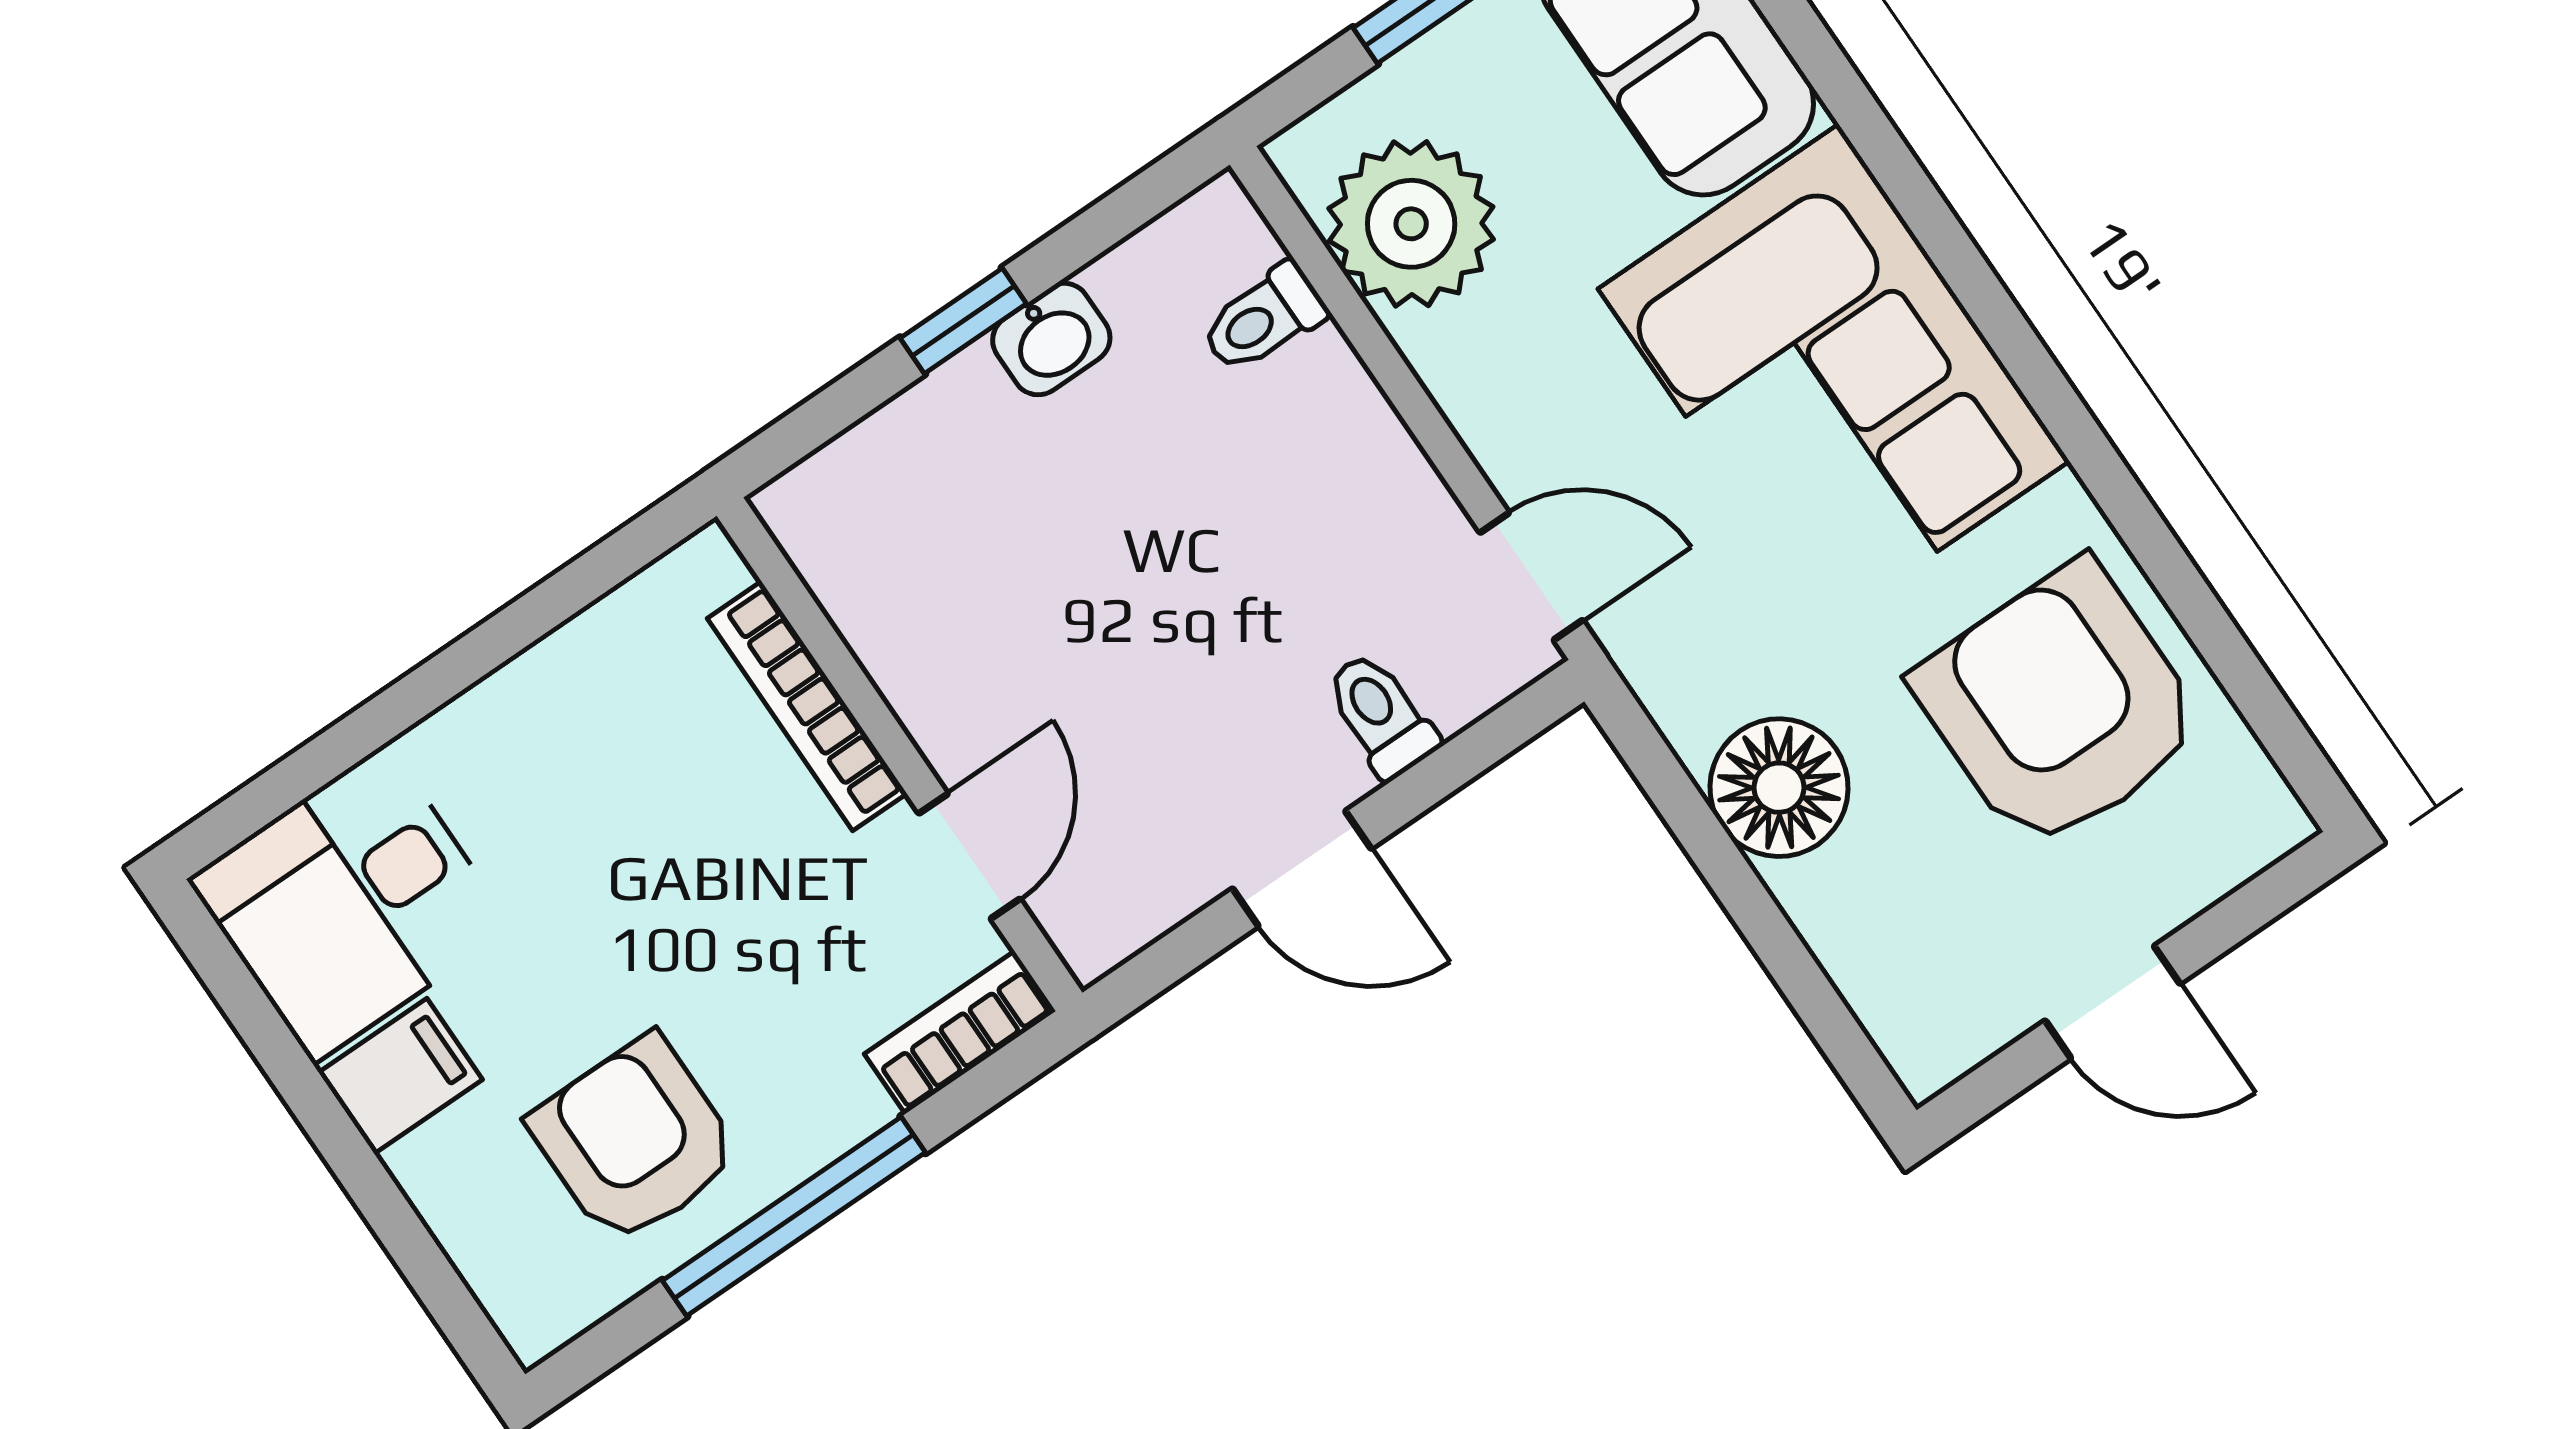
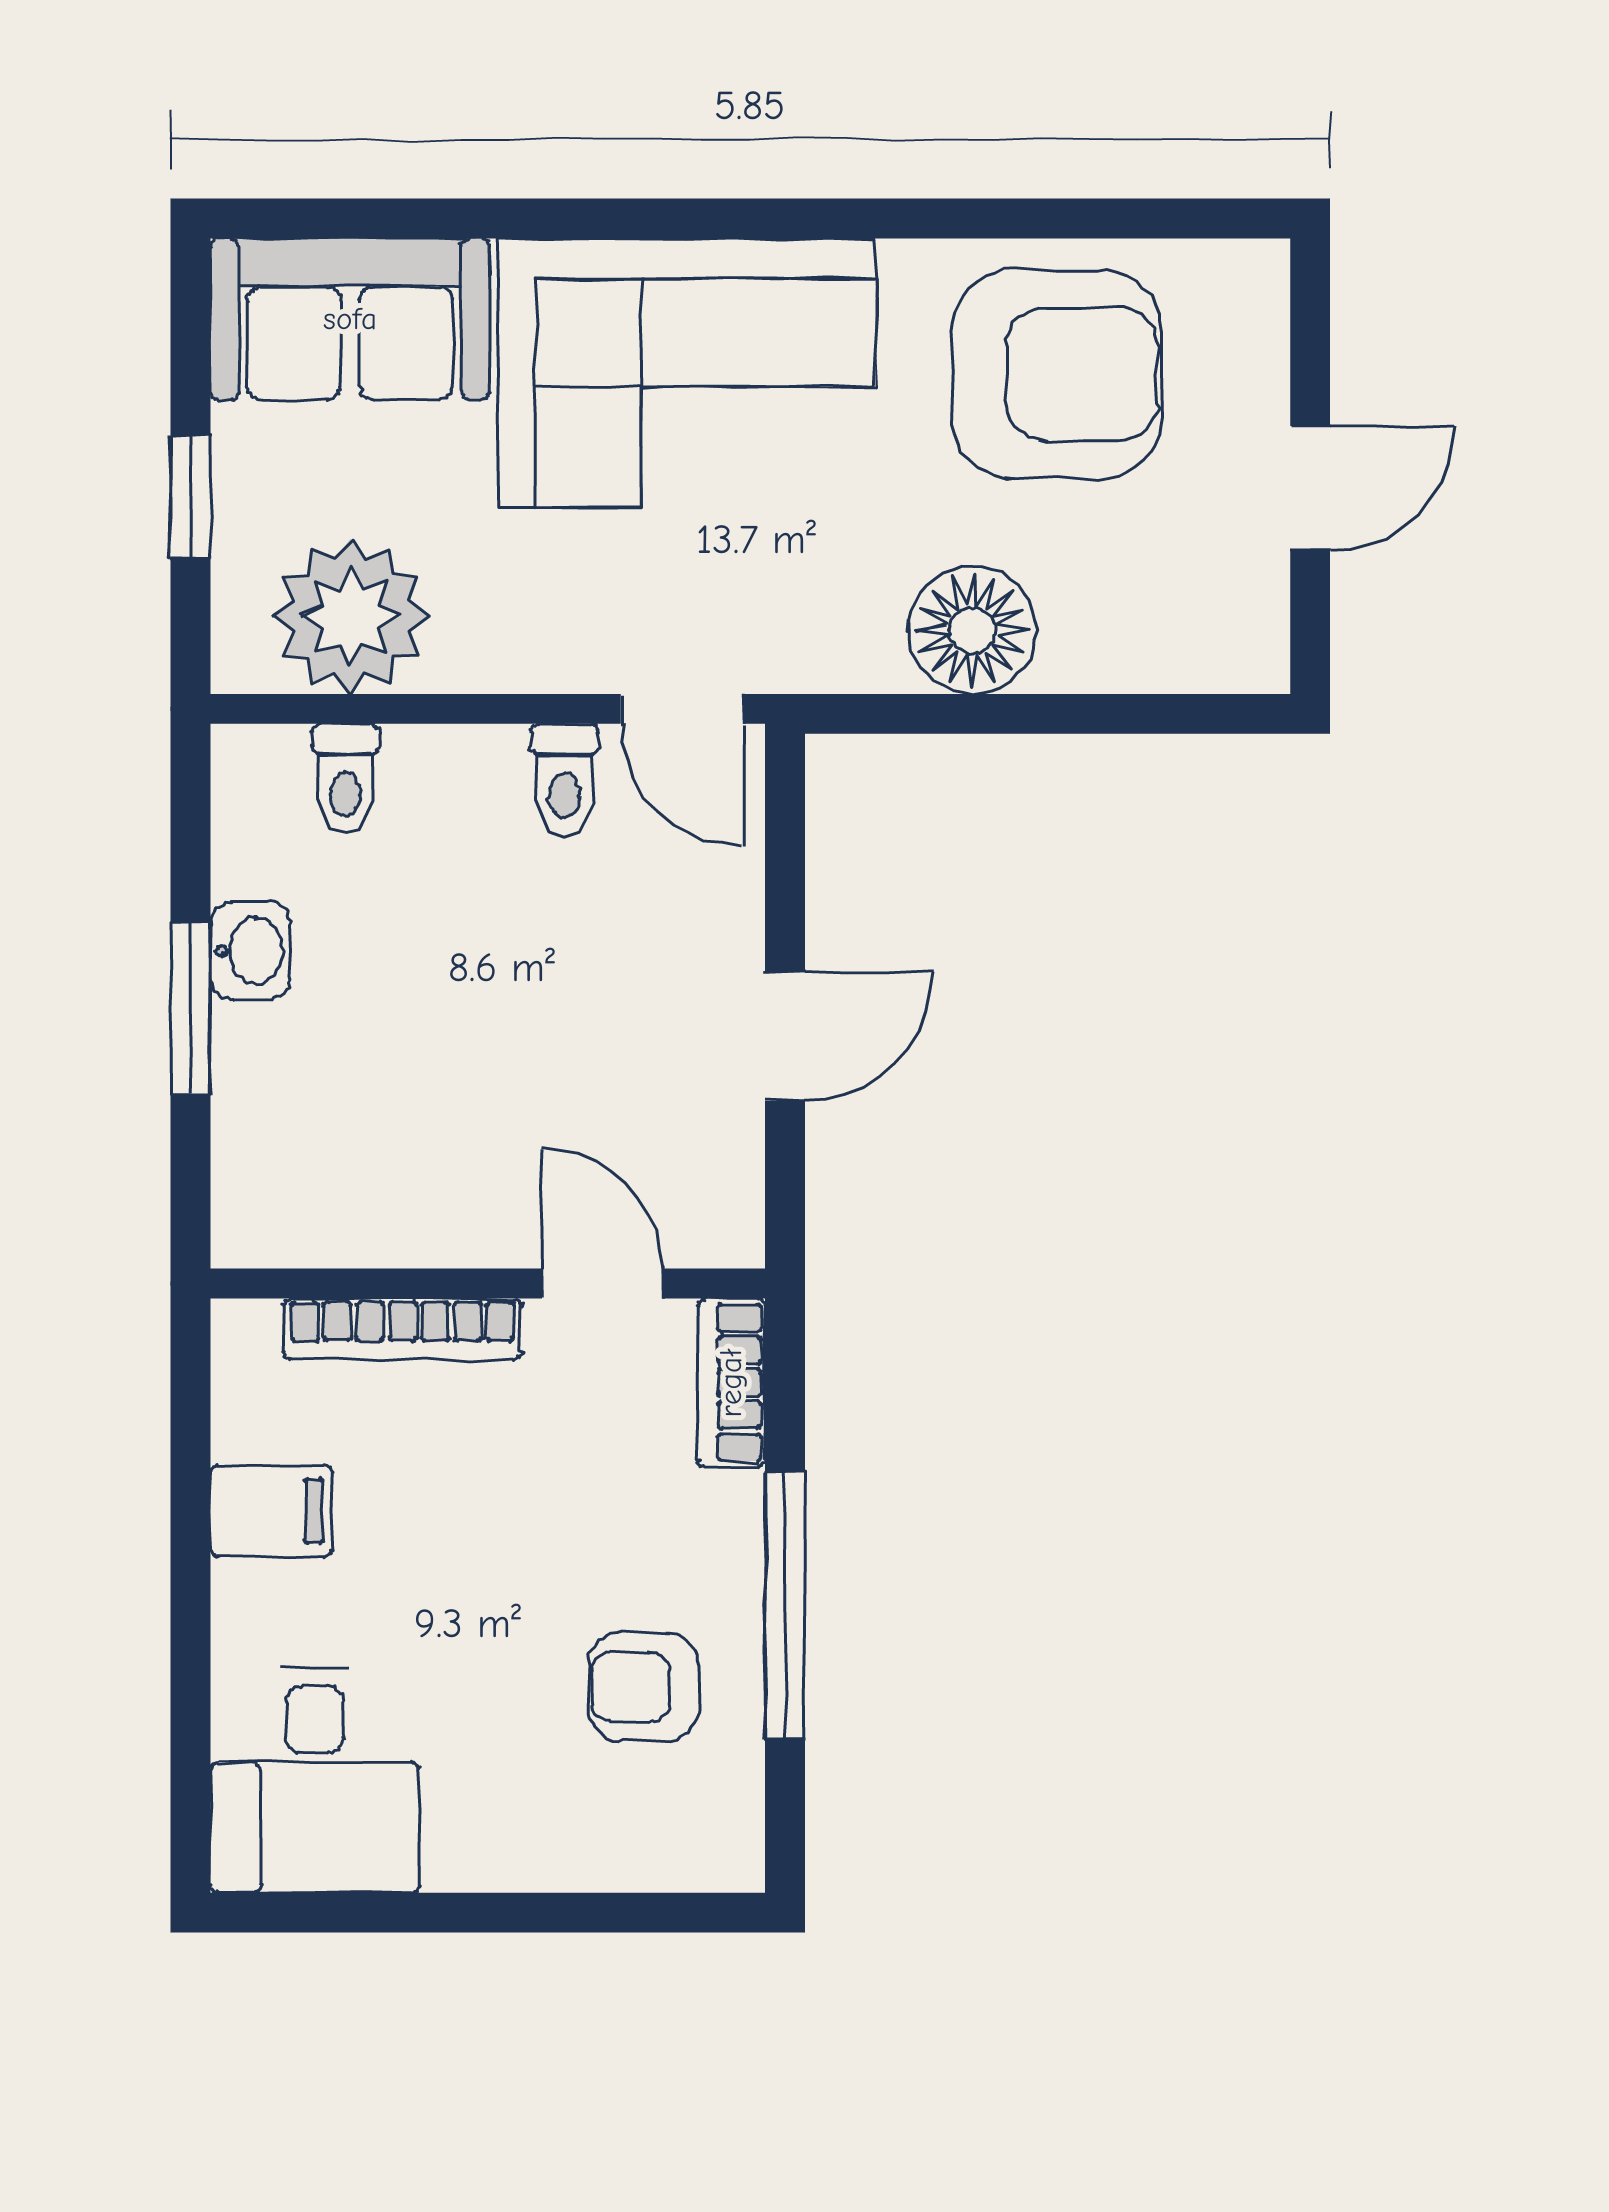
window: (963, 321) -> (191, 1009), width x1.50
door: (1531, 576) -> (682, 709), swing flipped
armchair: (2059, 706) -> (1057, 374), turned 180
toilet: (1381, 715) -> (565, 780), moved, turned -90
filing cabinet: (400, 1076) -> (271, 1511), moved, turned 90
armchair: (635, 1140) -> (644, 1687), width x0.72, depth x0.72

